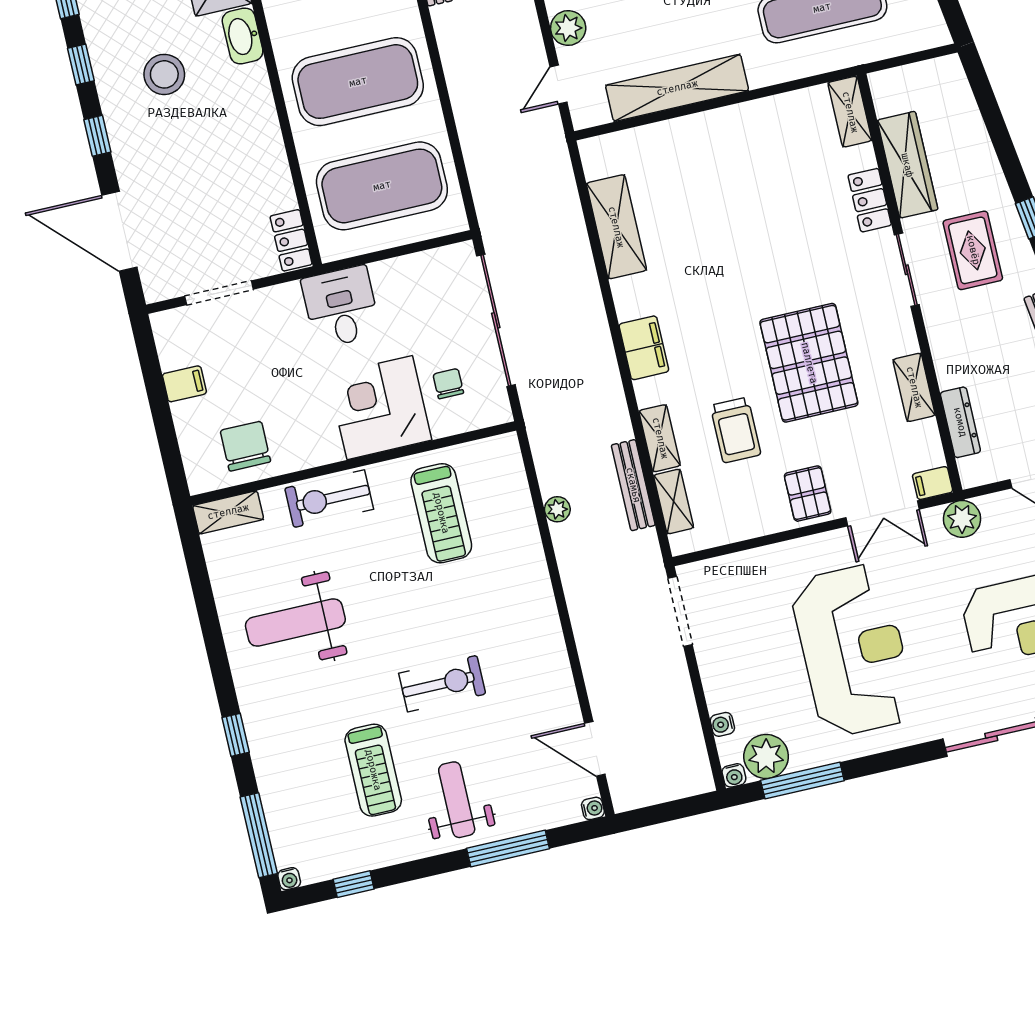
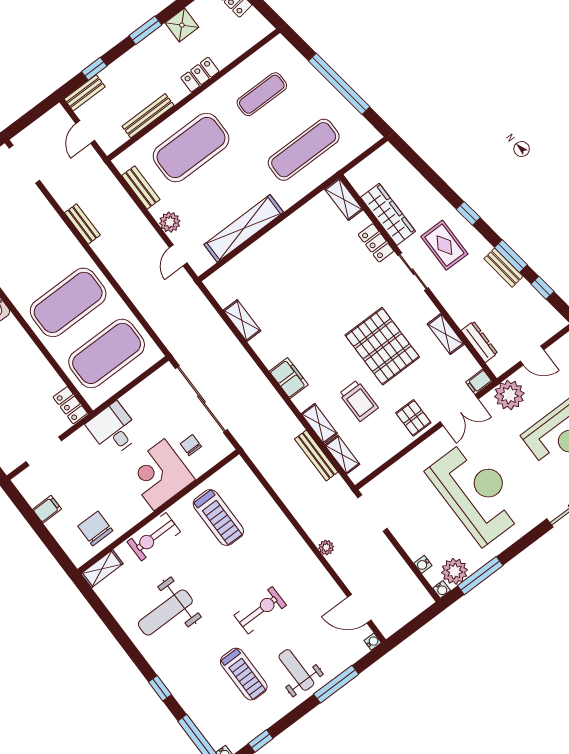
shelving: (616, 227) -> (242, 321), width x0.67, depth x0.75
plant: (557, 509) -> (326, 547), moved
plant: (962, 519) -> (509, 395), width x1.36, depth x1.36

